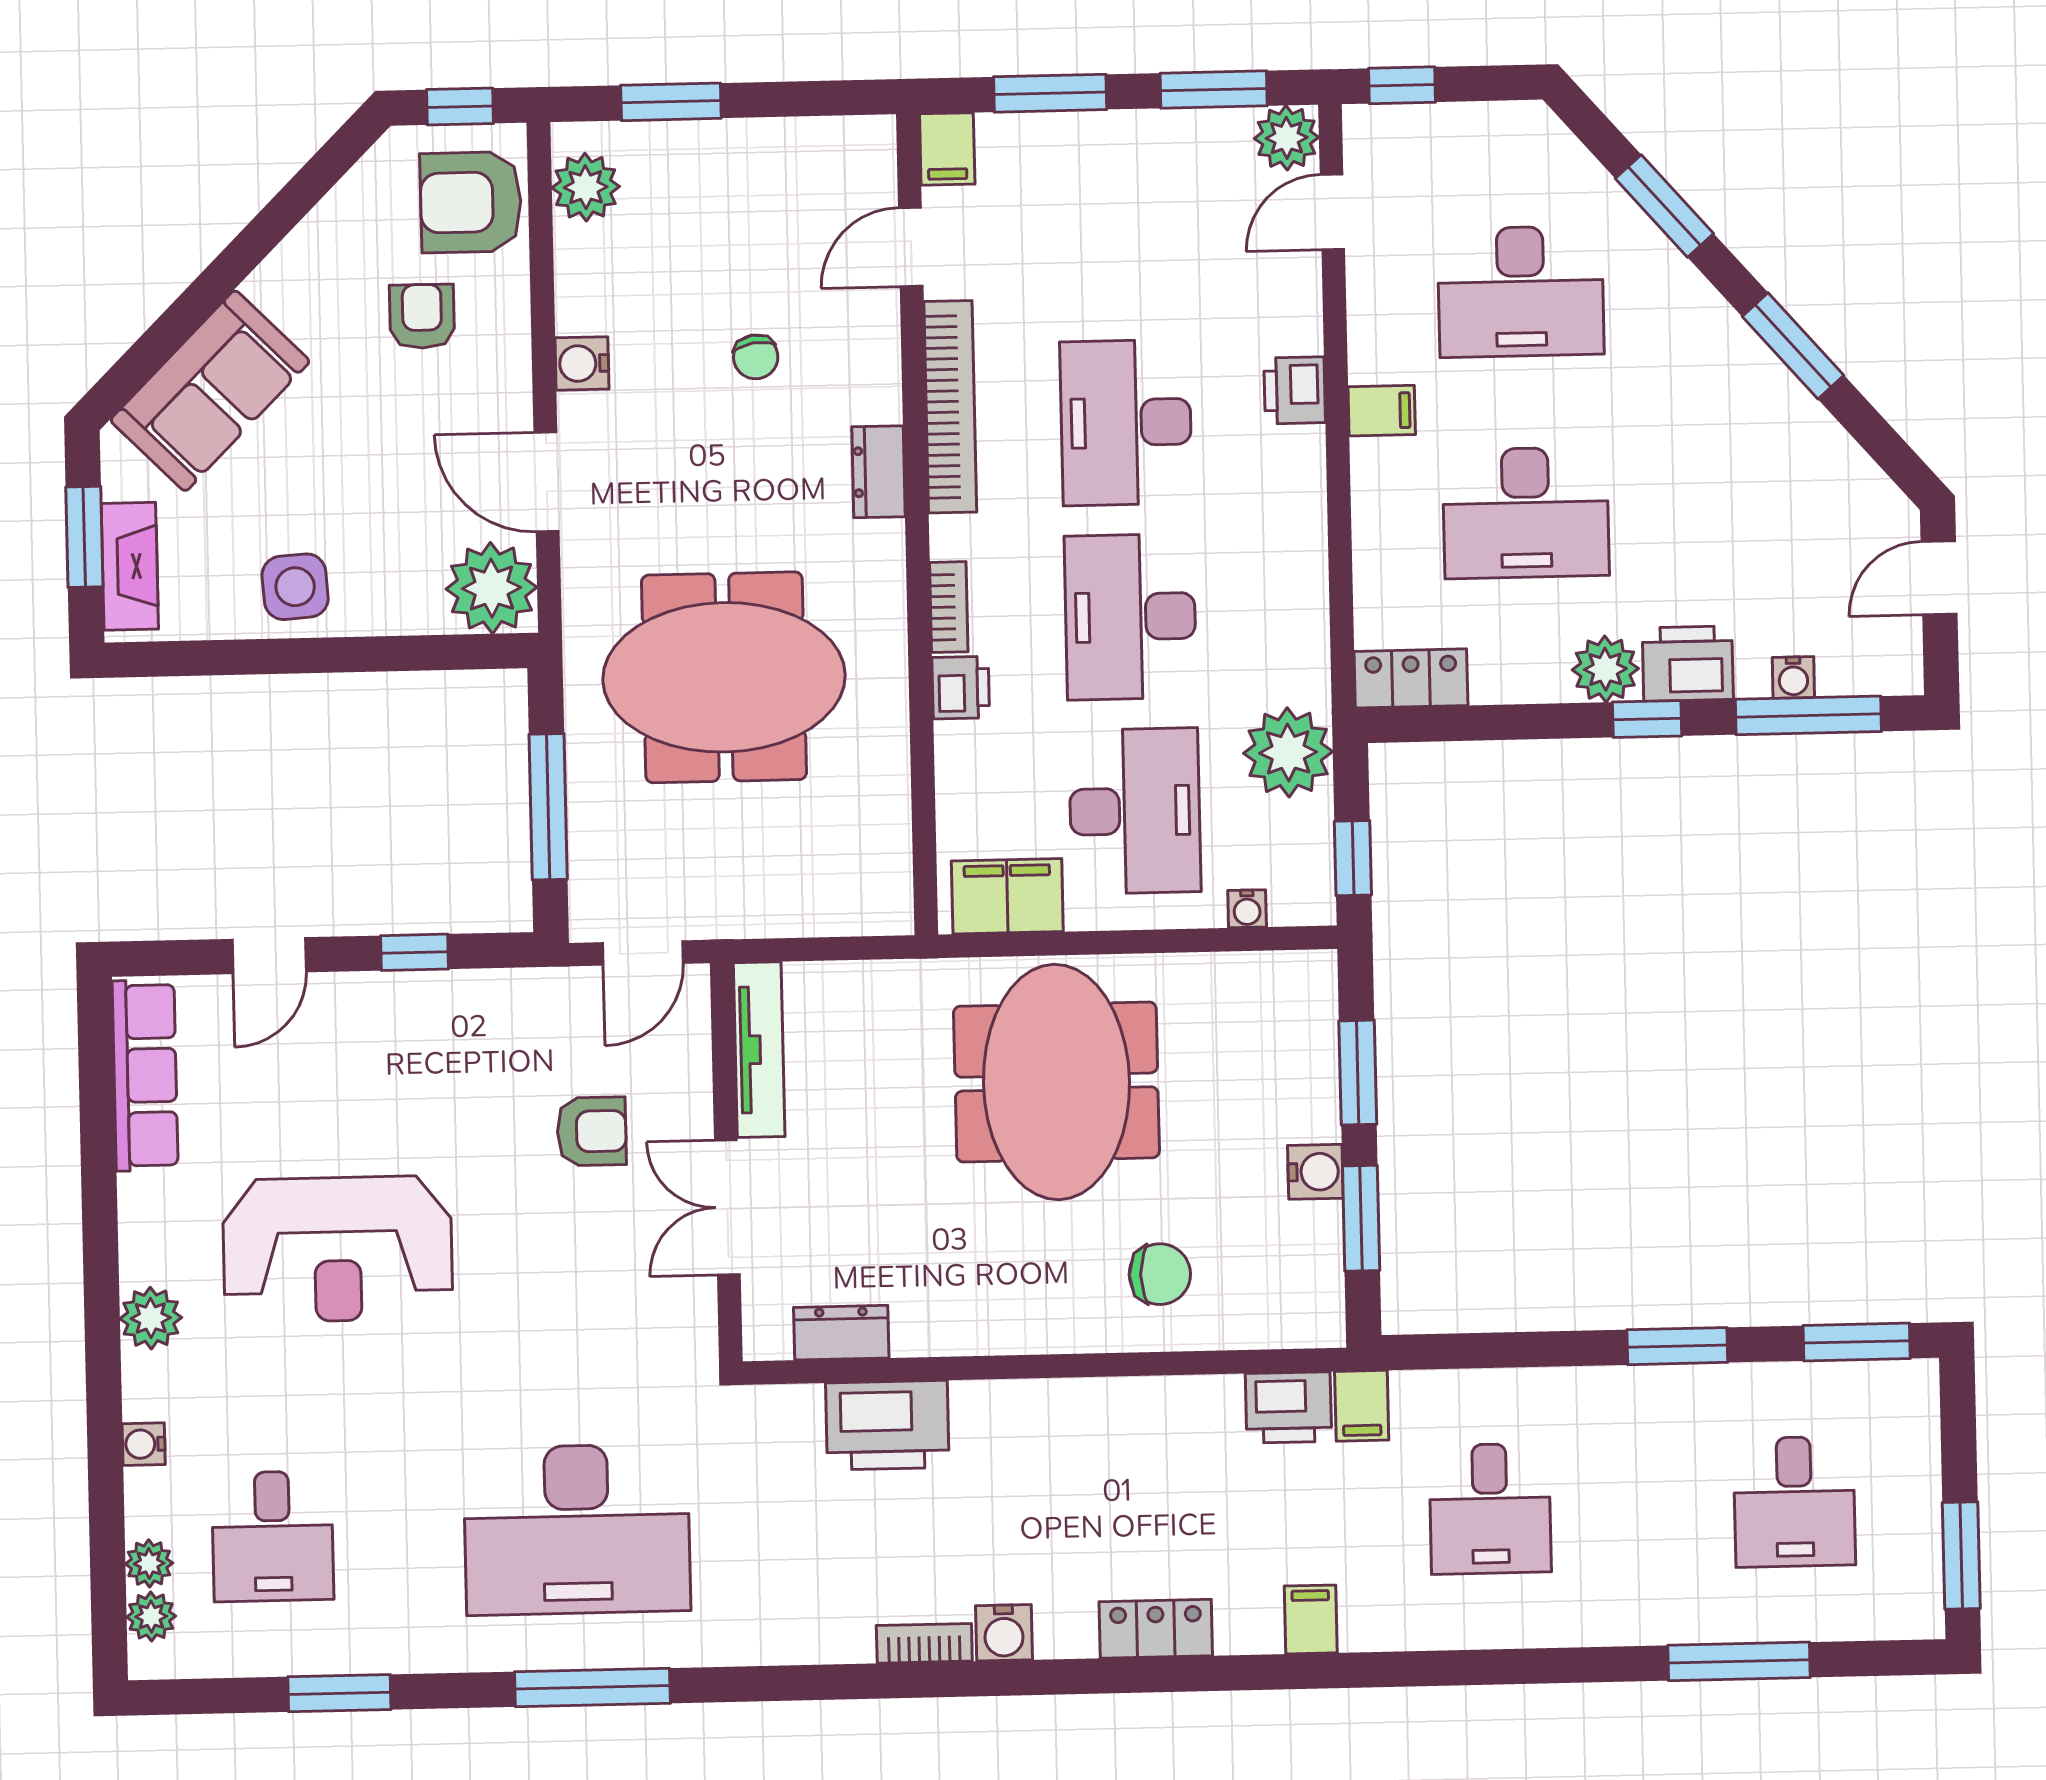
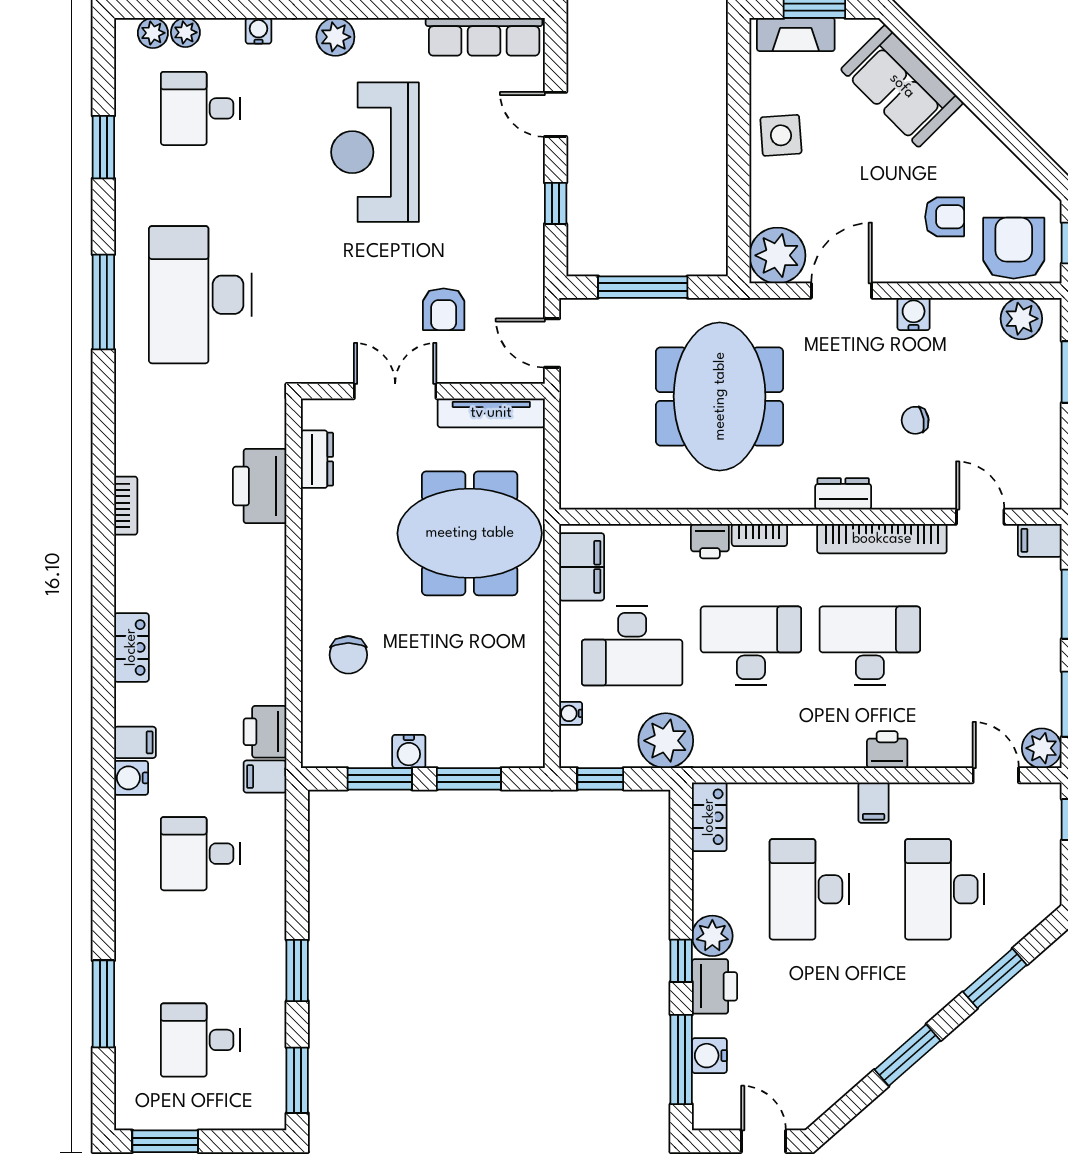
water cooler: (1793, 677) -> (709, 1056), width x1.38, depth x1.38
meeting table: (1056, 1082) -> (470, 533), moved
water cooler: (1004, 1633) -> (131, 778), moved

